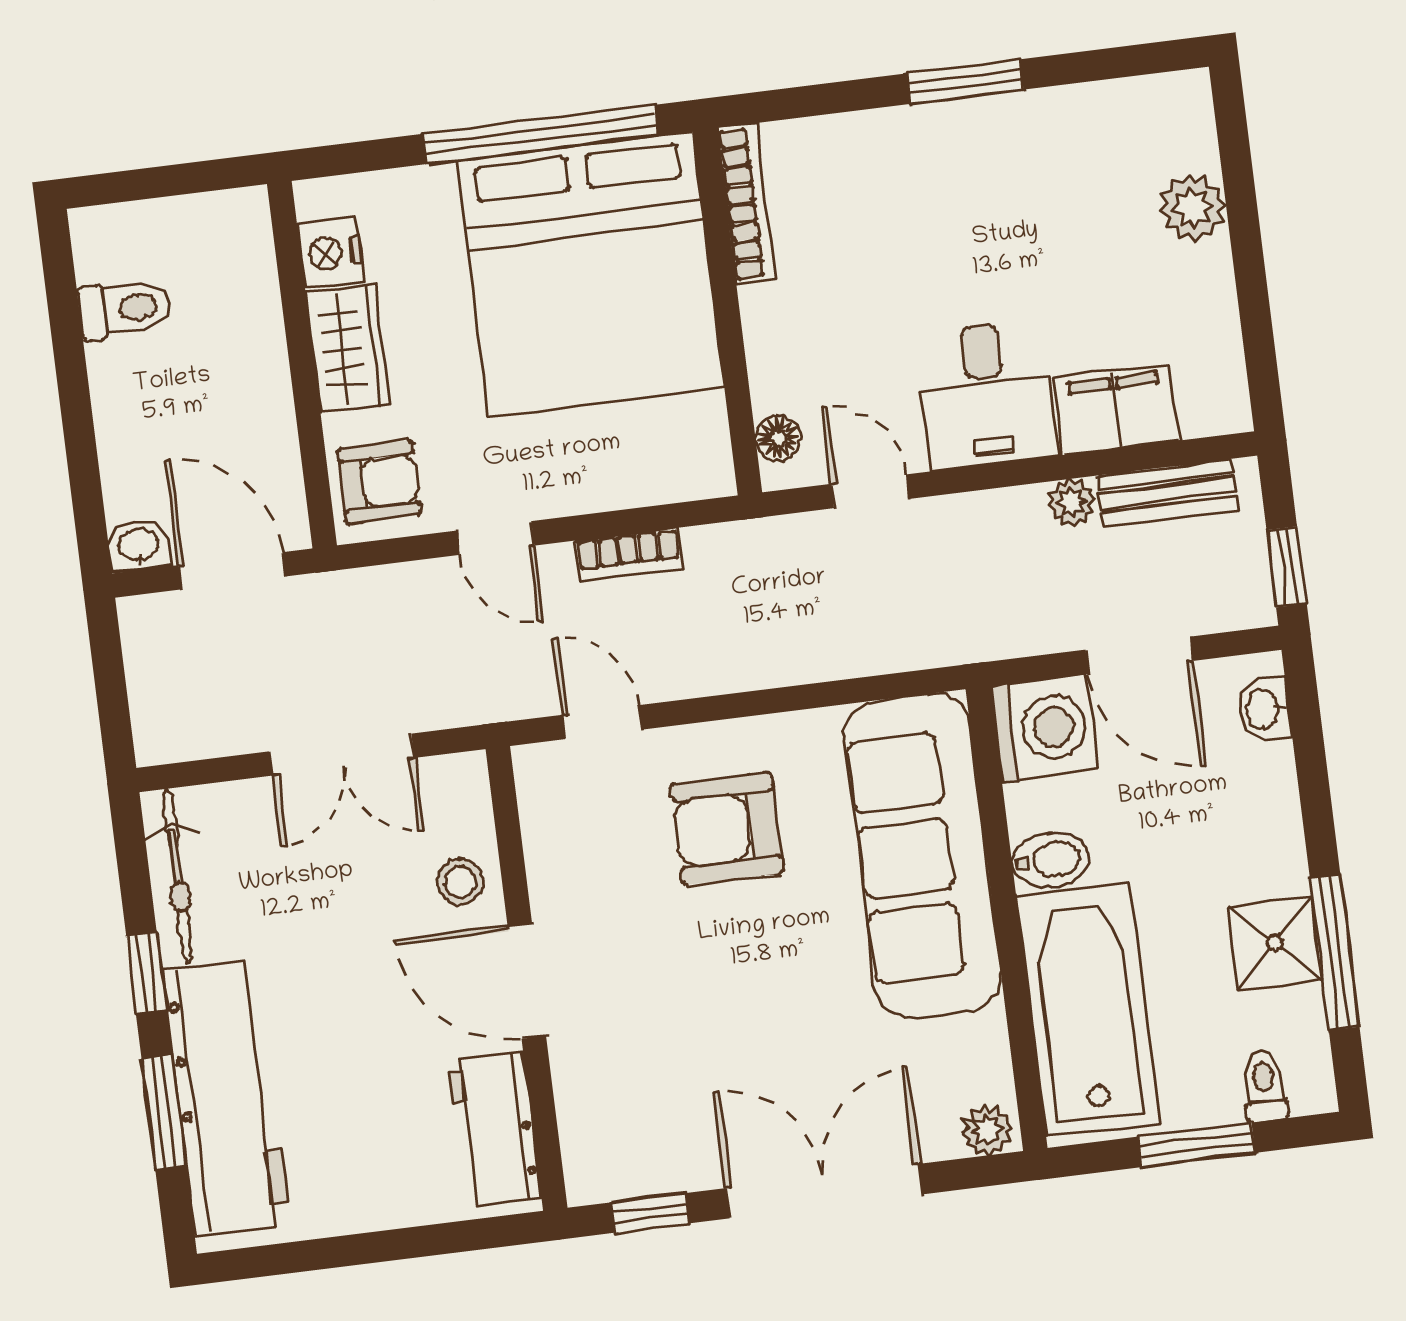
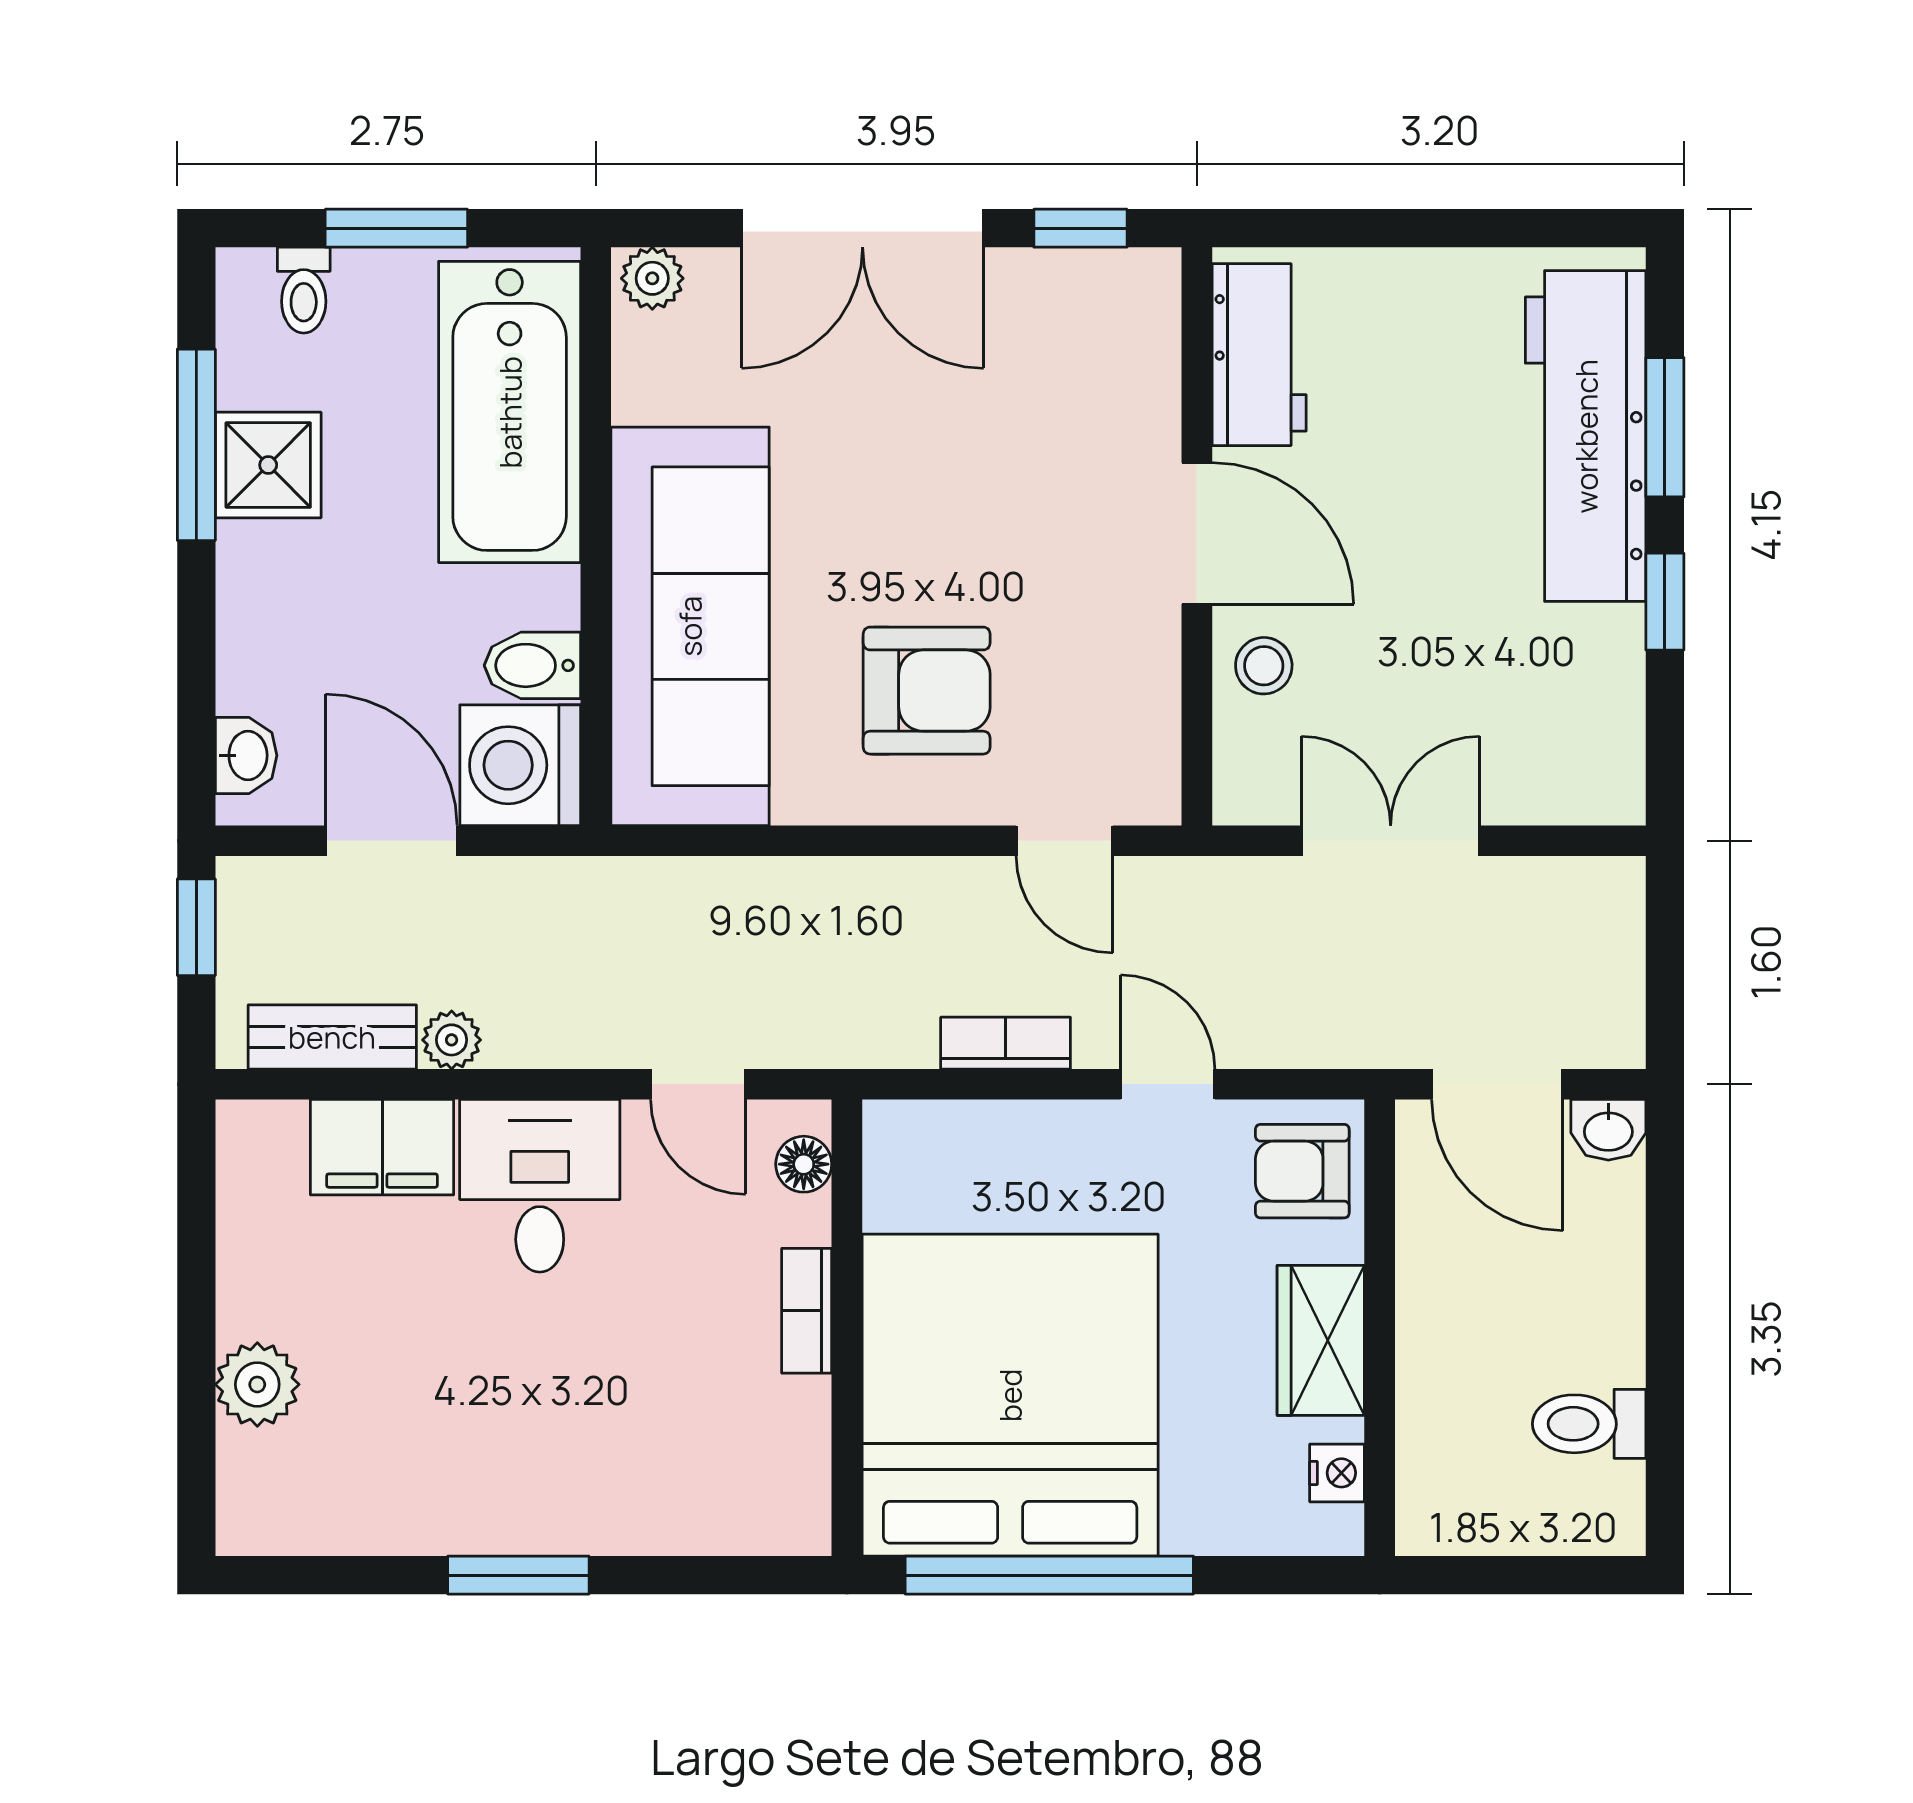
bookcase: (746, 203) -> (807, 1311), moved, width x0.64
nightstand: (330, 253) -> (1337, 1473), width x0.72, depth x0.74
bidet: (1051, 860) -> (532, 665), moved
bicycle: (178, 876) -> (1611, 717), removed

